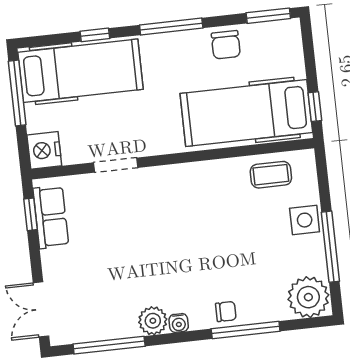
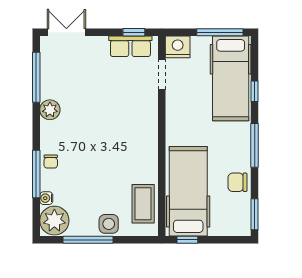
doorway: (116, 165) -> (162, 74), moved
coffee table: (271, 175) -> (143, 204), width x1.36, depth x1.30
water cooler: (179, 323) -> (46, 198), moved

